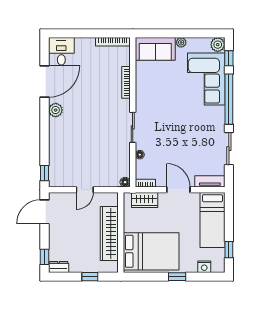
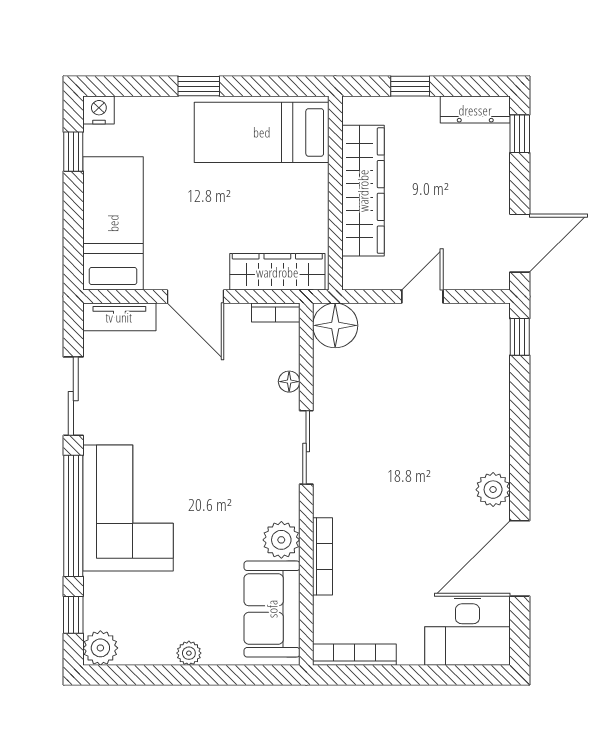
sofa: (155, 49) -> (272, 609), moved, turned -90
desk: (61, 51) -> (467, 632), width x1.37
corner sofa: (206, 79) -> (128, 508), moved
plant: (143, 89) -> (281, 540), added
floor lamp: (125, 182) -> (335, 325), width x1.89, depth x1.89
wardrobe: (145, 200) -> (277, 272), width x1.50
bed: (151, 251) -> (262, 132), width x0.67
dresser: (59, 267) -> (475, 110), width x1.44
nightstand: (204, 267) -> (99, 110), moved

